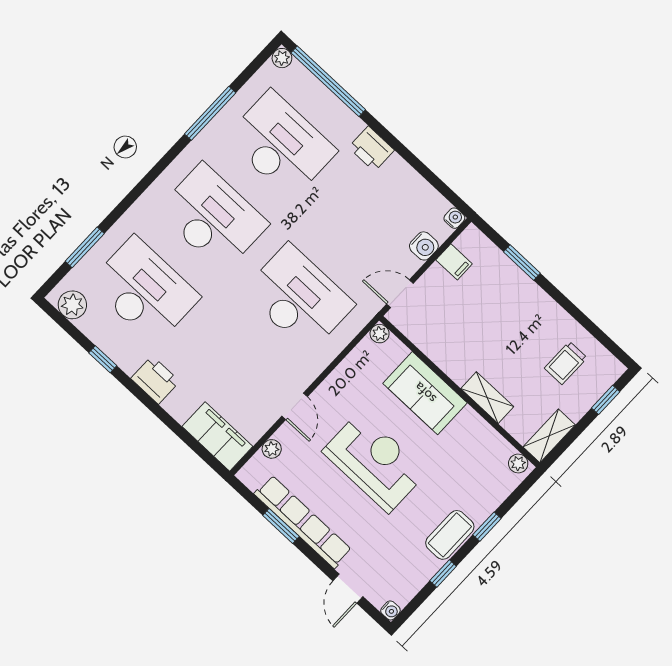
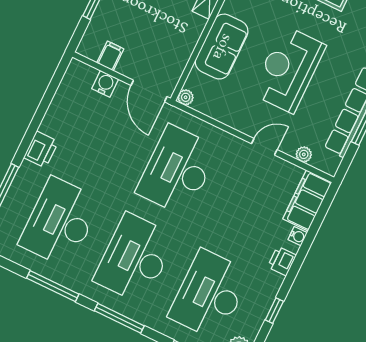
window: (149, 178) -> (119, 318), added
water cooler: (454, 218) -> (298, 236), moved, turned 180
door: (400, 294) -> (149, 91), width x1.38
printer: (155, 380) -> (282, 261), width x0.73, depth x0.81

